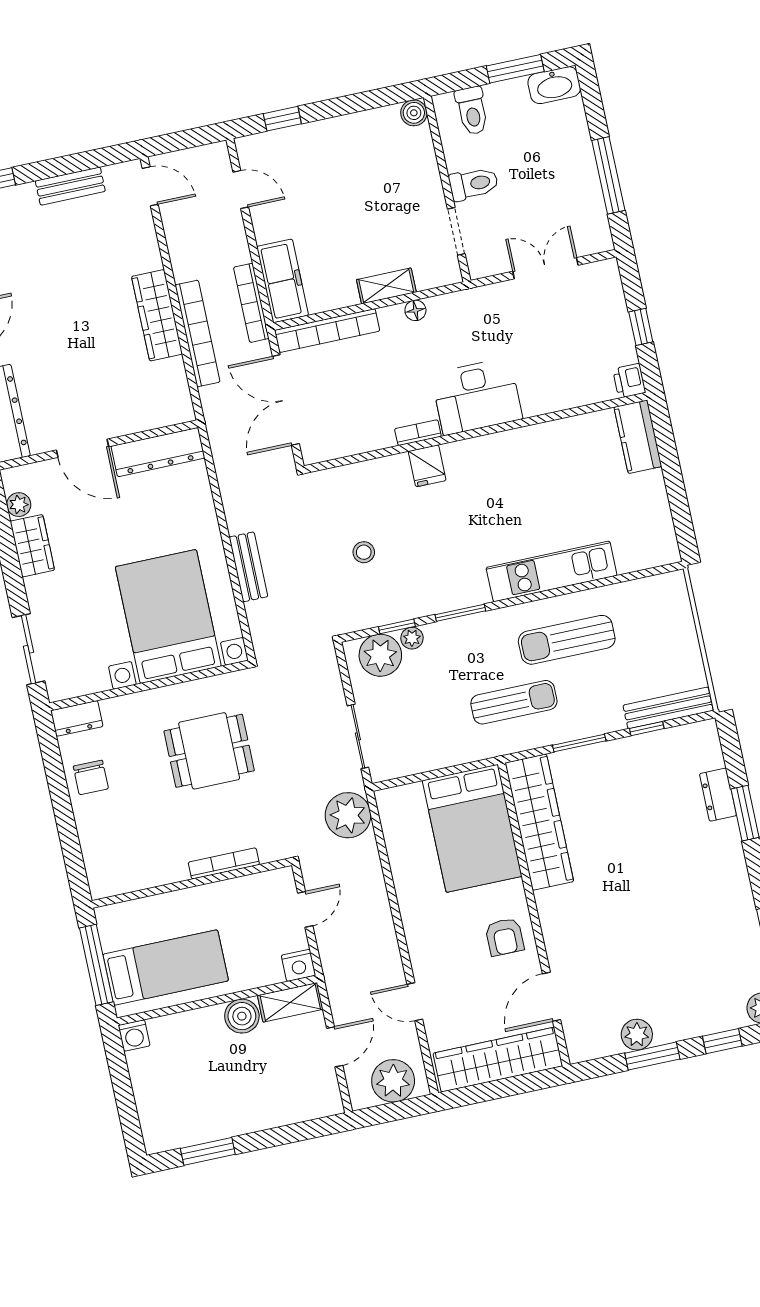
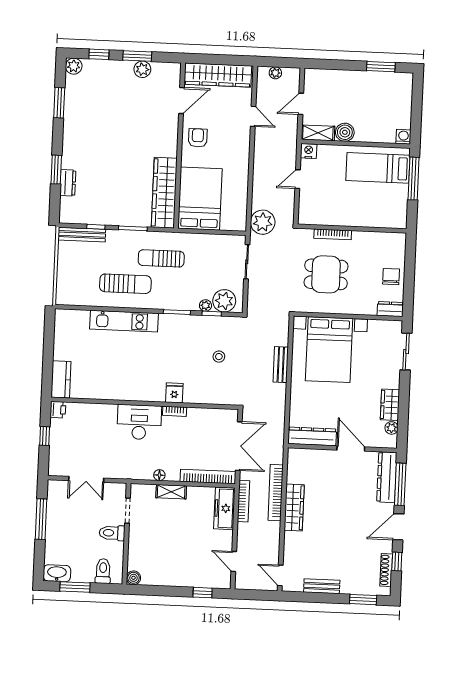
bookcase: (224, 863) -> (333, 234), moved
wall: (192, 883) -> (352, 229), moved
plant: (393, 1081) -> (275, 73), width x0.53, depth x0.53

